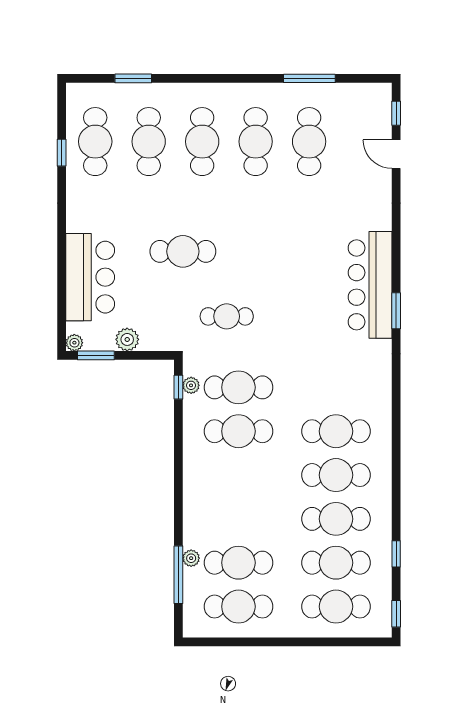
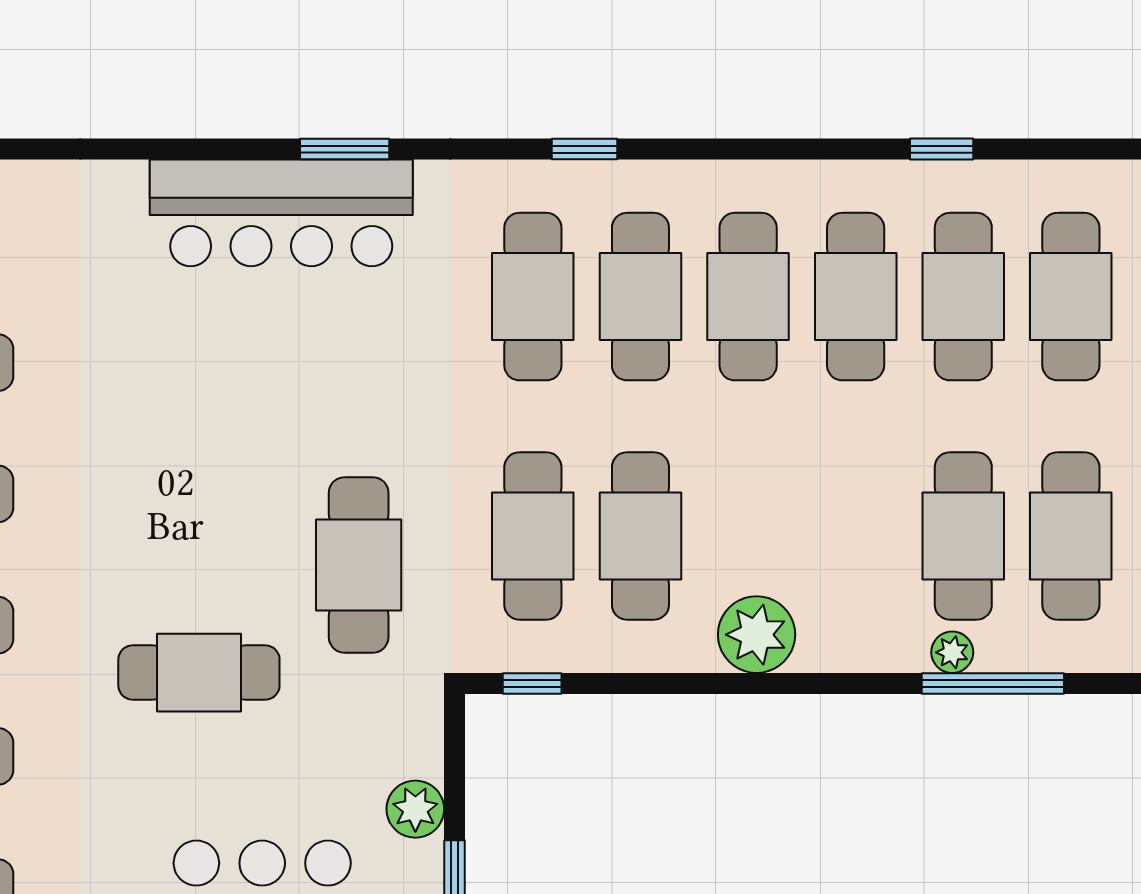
cafe table: (183, 251) -> (199, 673), turned 90
cafe table: (227, 316) -> (359, 565), width x1.37, depth x1.35
plant: (191, 385) -> (757, 635), moved, width x1.88, depth x1.88
cafe table: (336, 387) -> (533, 297), added
window: (396, 614) -> (584, 149), moved

